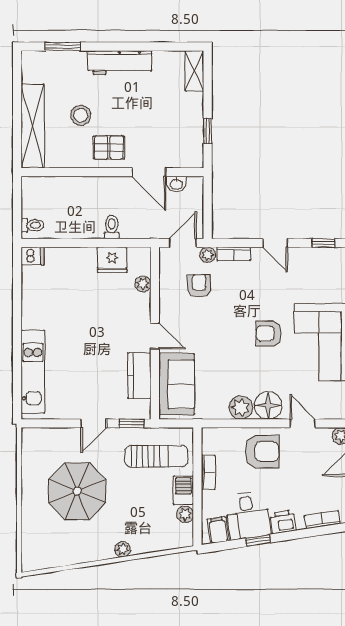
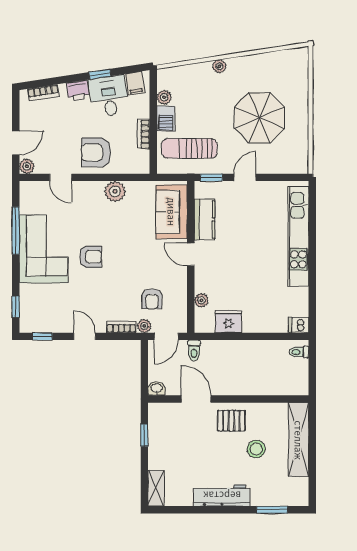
washbasin: (176, 184) -> (156, 388), moved
toilet: (112, 227) -> (194, 350), moved
kitchen unit: (33, 372) -> (298, 236), width x1.36
floor lamp: (268, 405) -> (91, 193), removed

